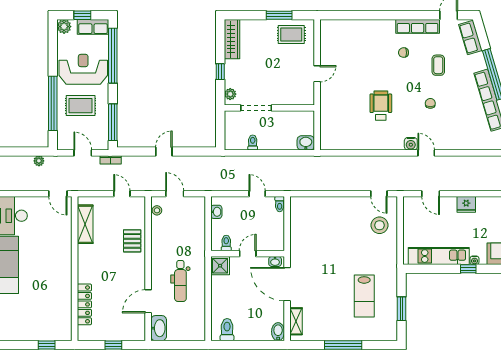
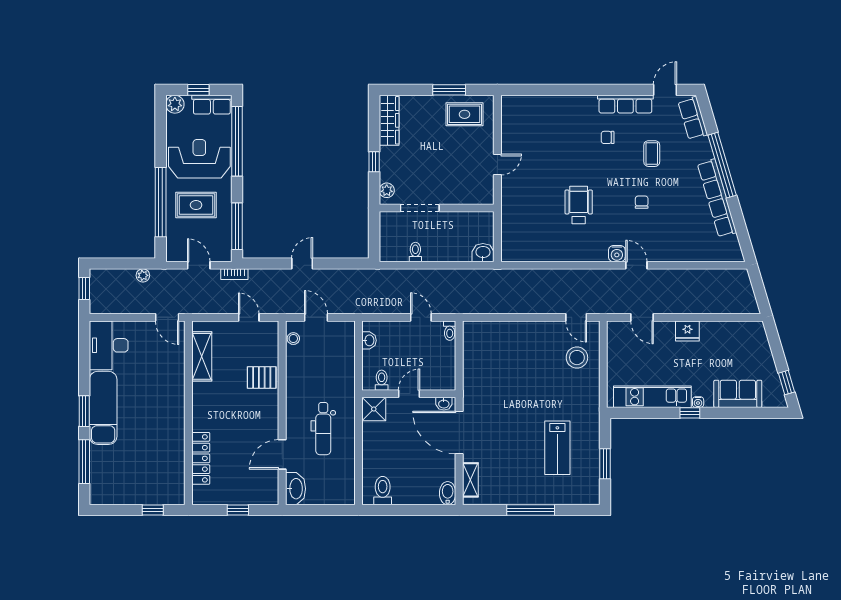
pallet: (132, 241) -> (262, 377), turned 90

